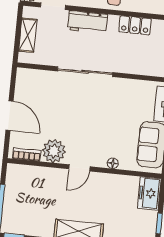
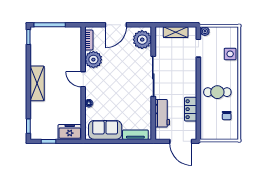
workbench: (87, 22) -> (162, 113), moved, turned 180
plant: (33, 82) -> (142, 40), added

